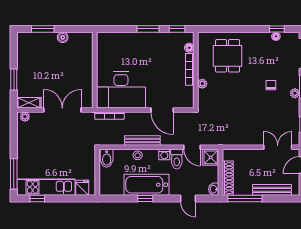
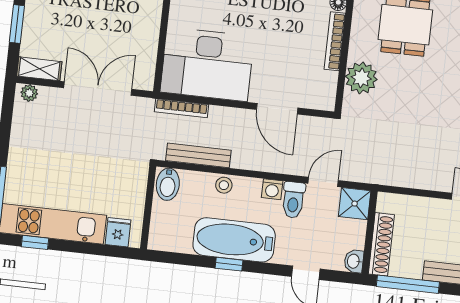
plant: (202, 84) -> (361, 78), width x1.88, depth x1.88
bench: (142, 140) -> (198, 155), moved
door: (192, 147) -> (323, 182), swing flipped

